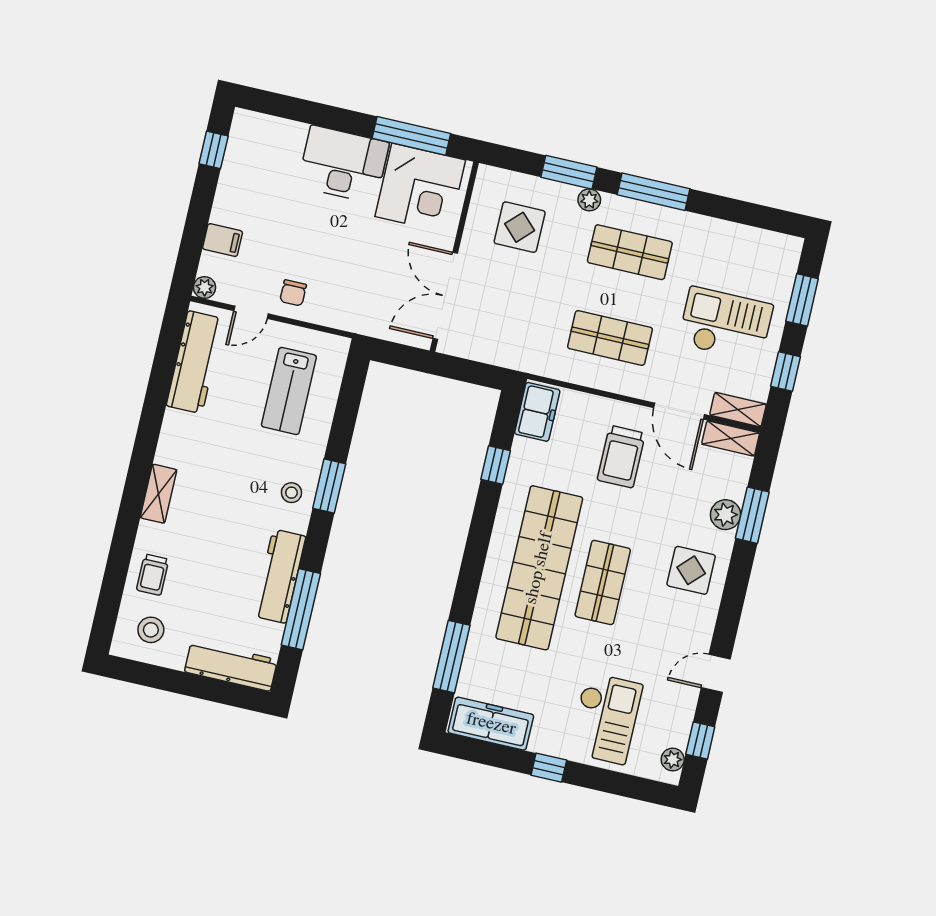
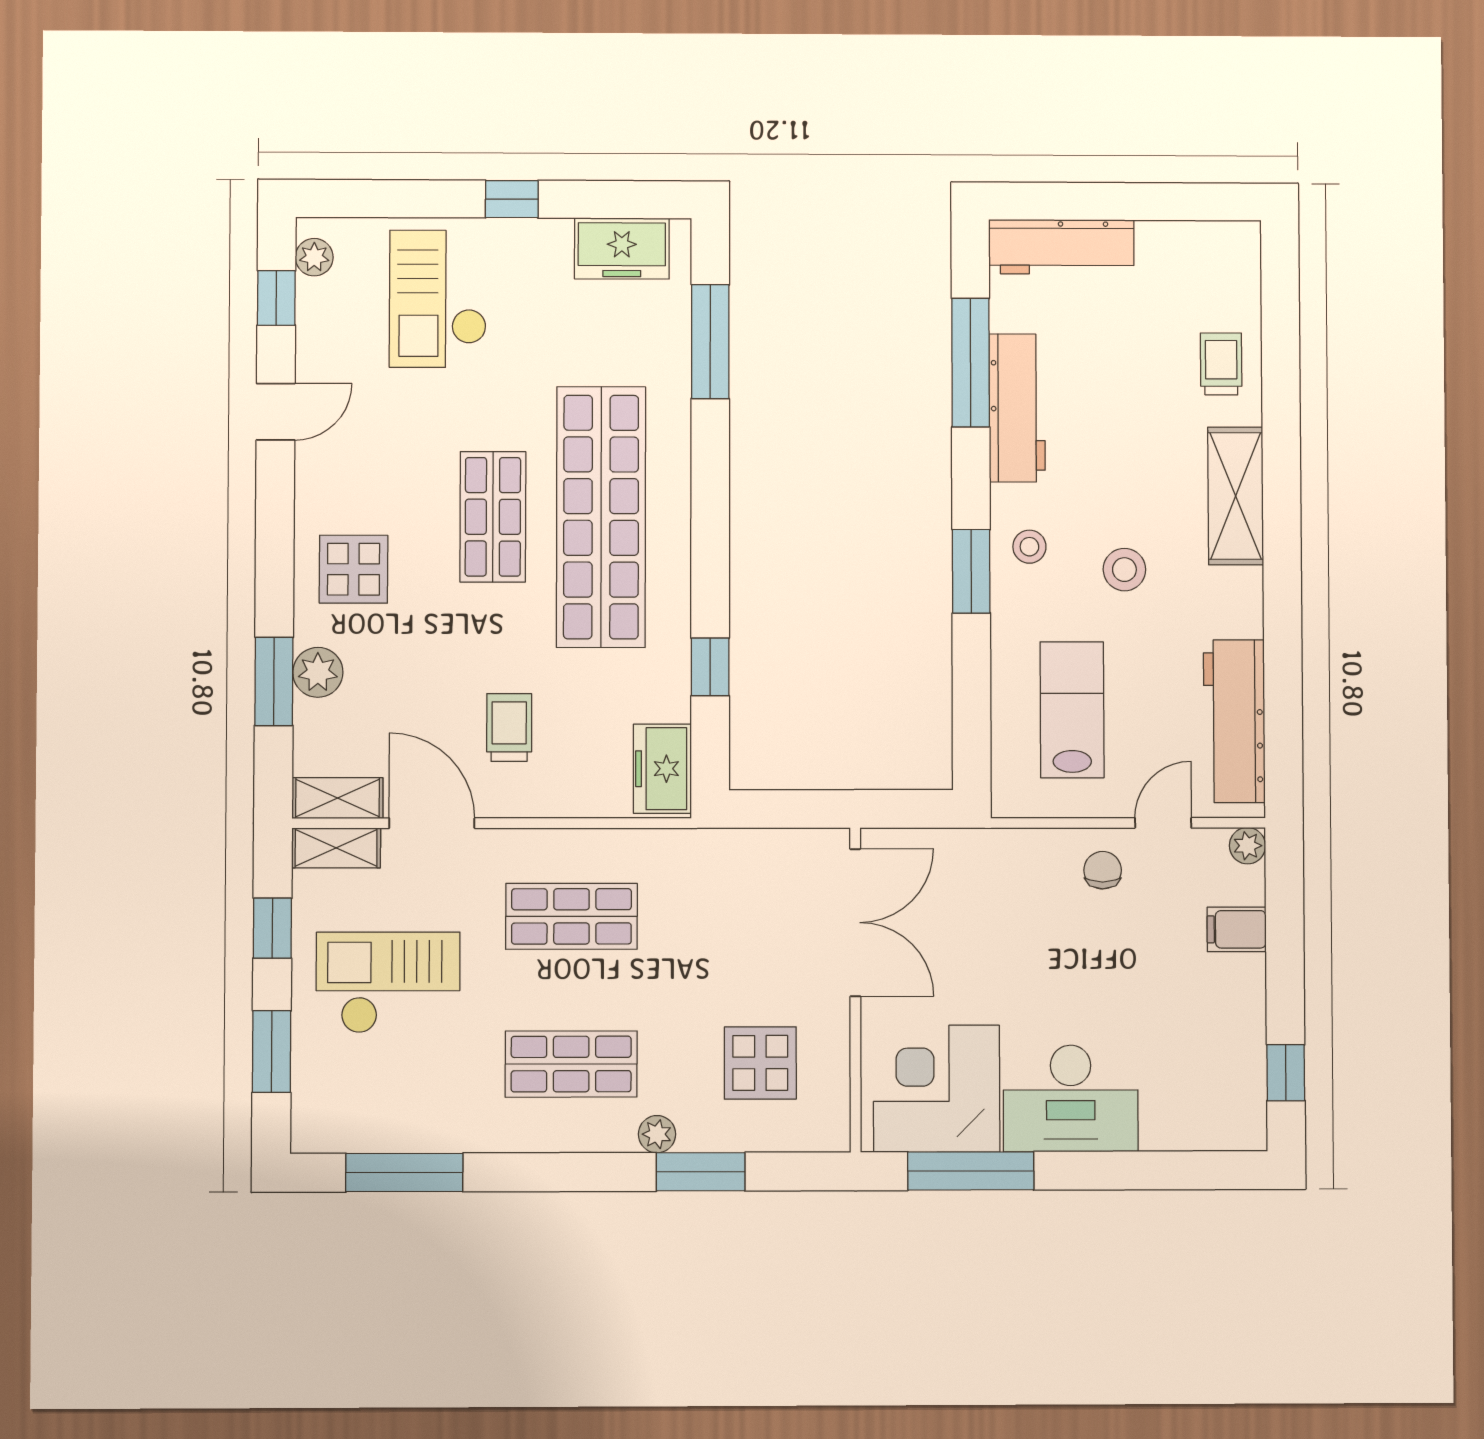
window: (653, 192) -> (404, 1173), moved
checkout: (725, 324) -> (388, 983), turned 180
trolley: (621, 457) -> (509, 727), width x0.73, depth x0.72
shelving: (159, 494) -> (1236, 496), width x1.50, depth x1.33
stool: (151, 630) -> (1124, 570), moved
freezer: (491, 724) -> (622, 249), width x0.71

